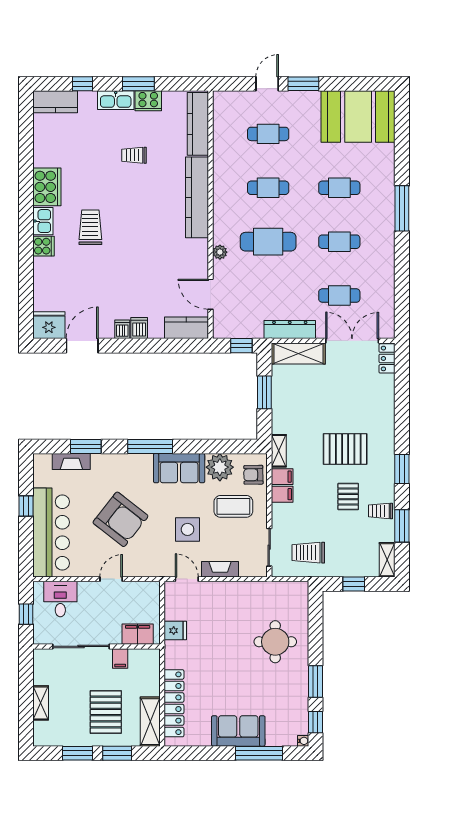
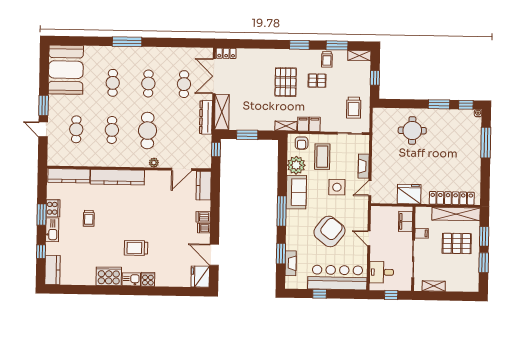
fridge: (175, 631) -> (409, 194), width x1.88, depth x1.34
shelving: (41, 703) -> (434, 286), moved
shelving: (150, 722) -> (456, 214), width x1.47
sofa: (238, 731) -> (471, 156), removed

